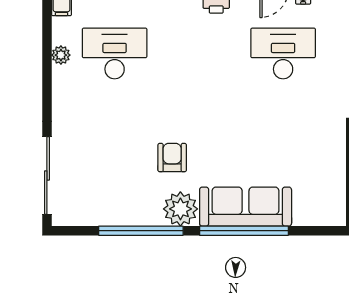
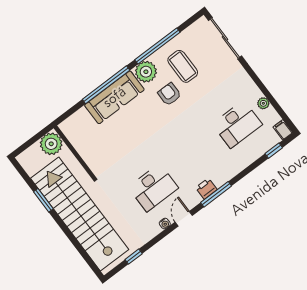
armchair: (172, 158) -> (169, 94), turned 180
coffee table: (128, 180) -> (183, 66), added

